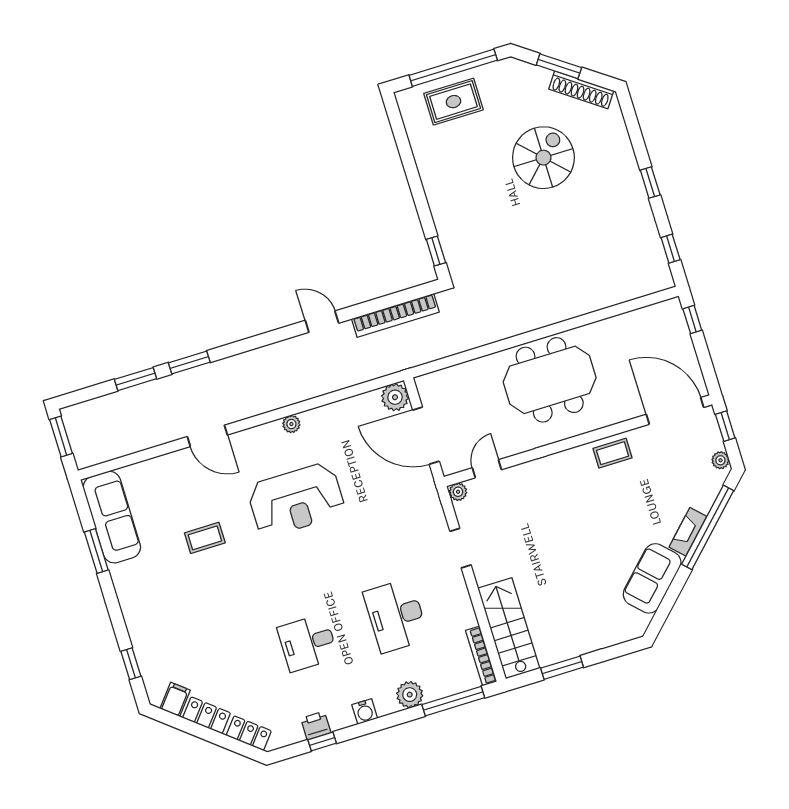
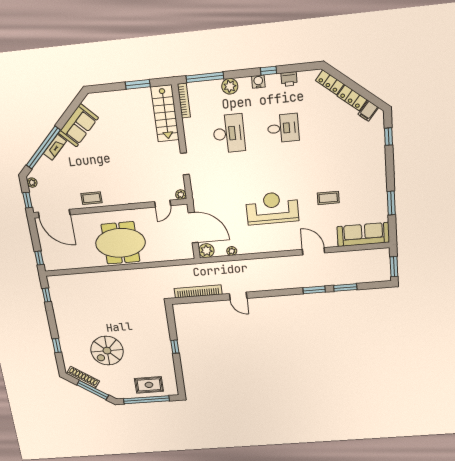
window: (559, 66) -> (93, 390), width x1.44
window: (650, 183) -> (57, 346), moved
window: (436, 251) -> (175, 347), moved
plant: (291, 424) -> (232, 251), moved
sofa: (112, 517) -> (363, 234), moved, turned 90
window: (322, 741) -> (268, 71), moved

